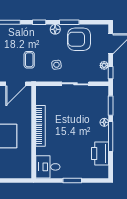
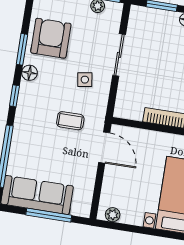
armchair: (79, 39) -> (51, 38), turned 180

